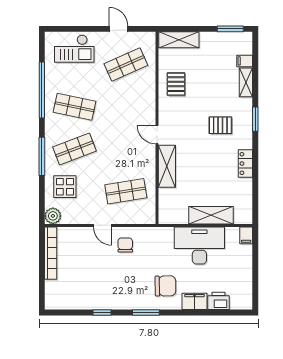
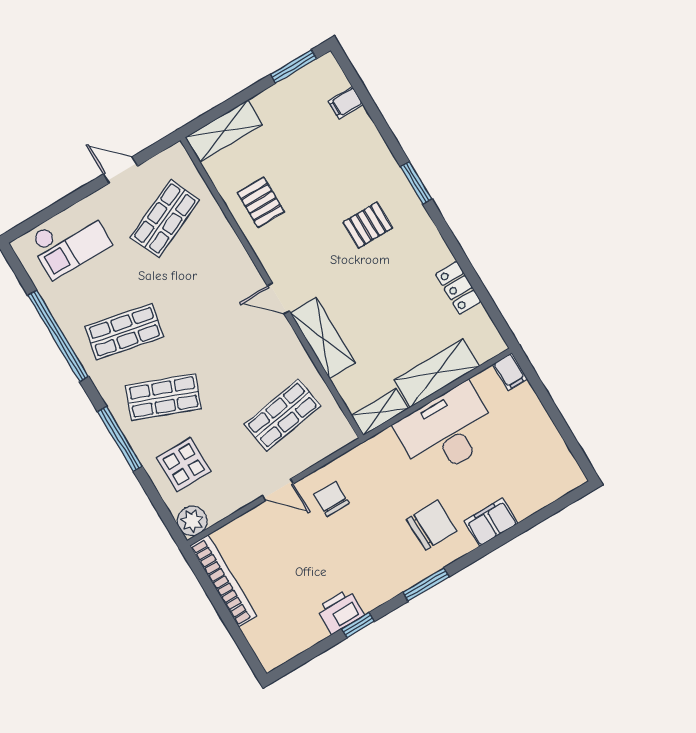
shelving: (246, 82) -> (380, 412), moved, turned 90
shop shelf: (74, 149) -> (164, 397), turned 42
locker: (245, 164) -> (458, 288), moved
printer: (219, 301) -> (340, 611), moved

